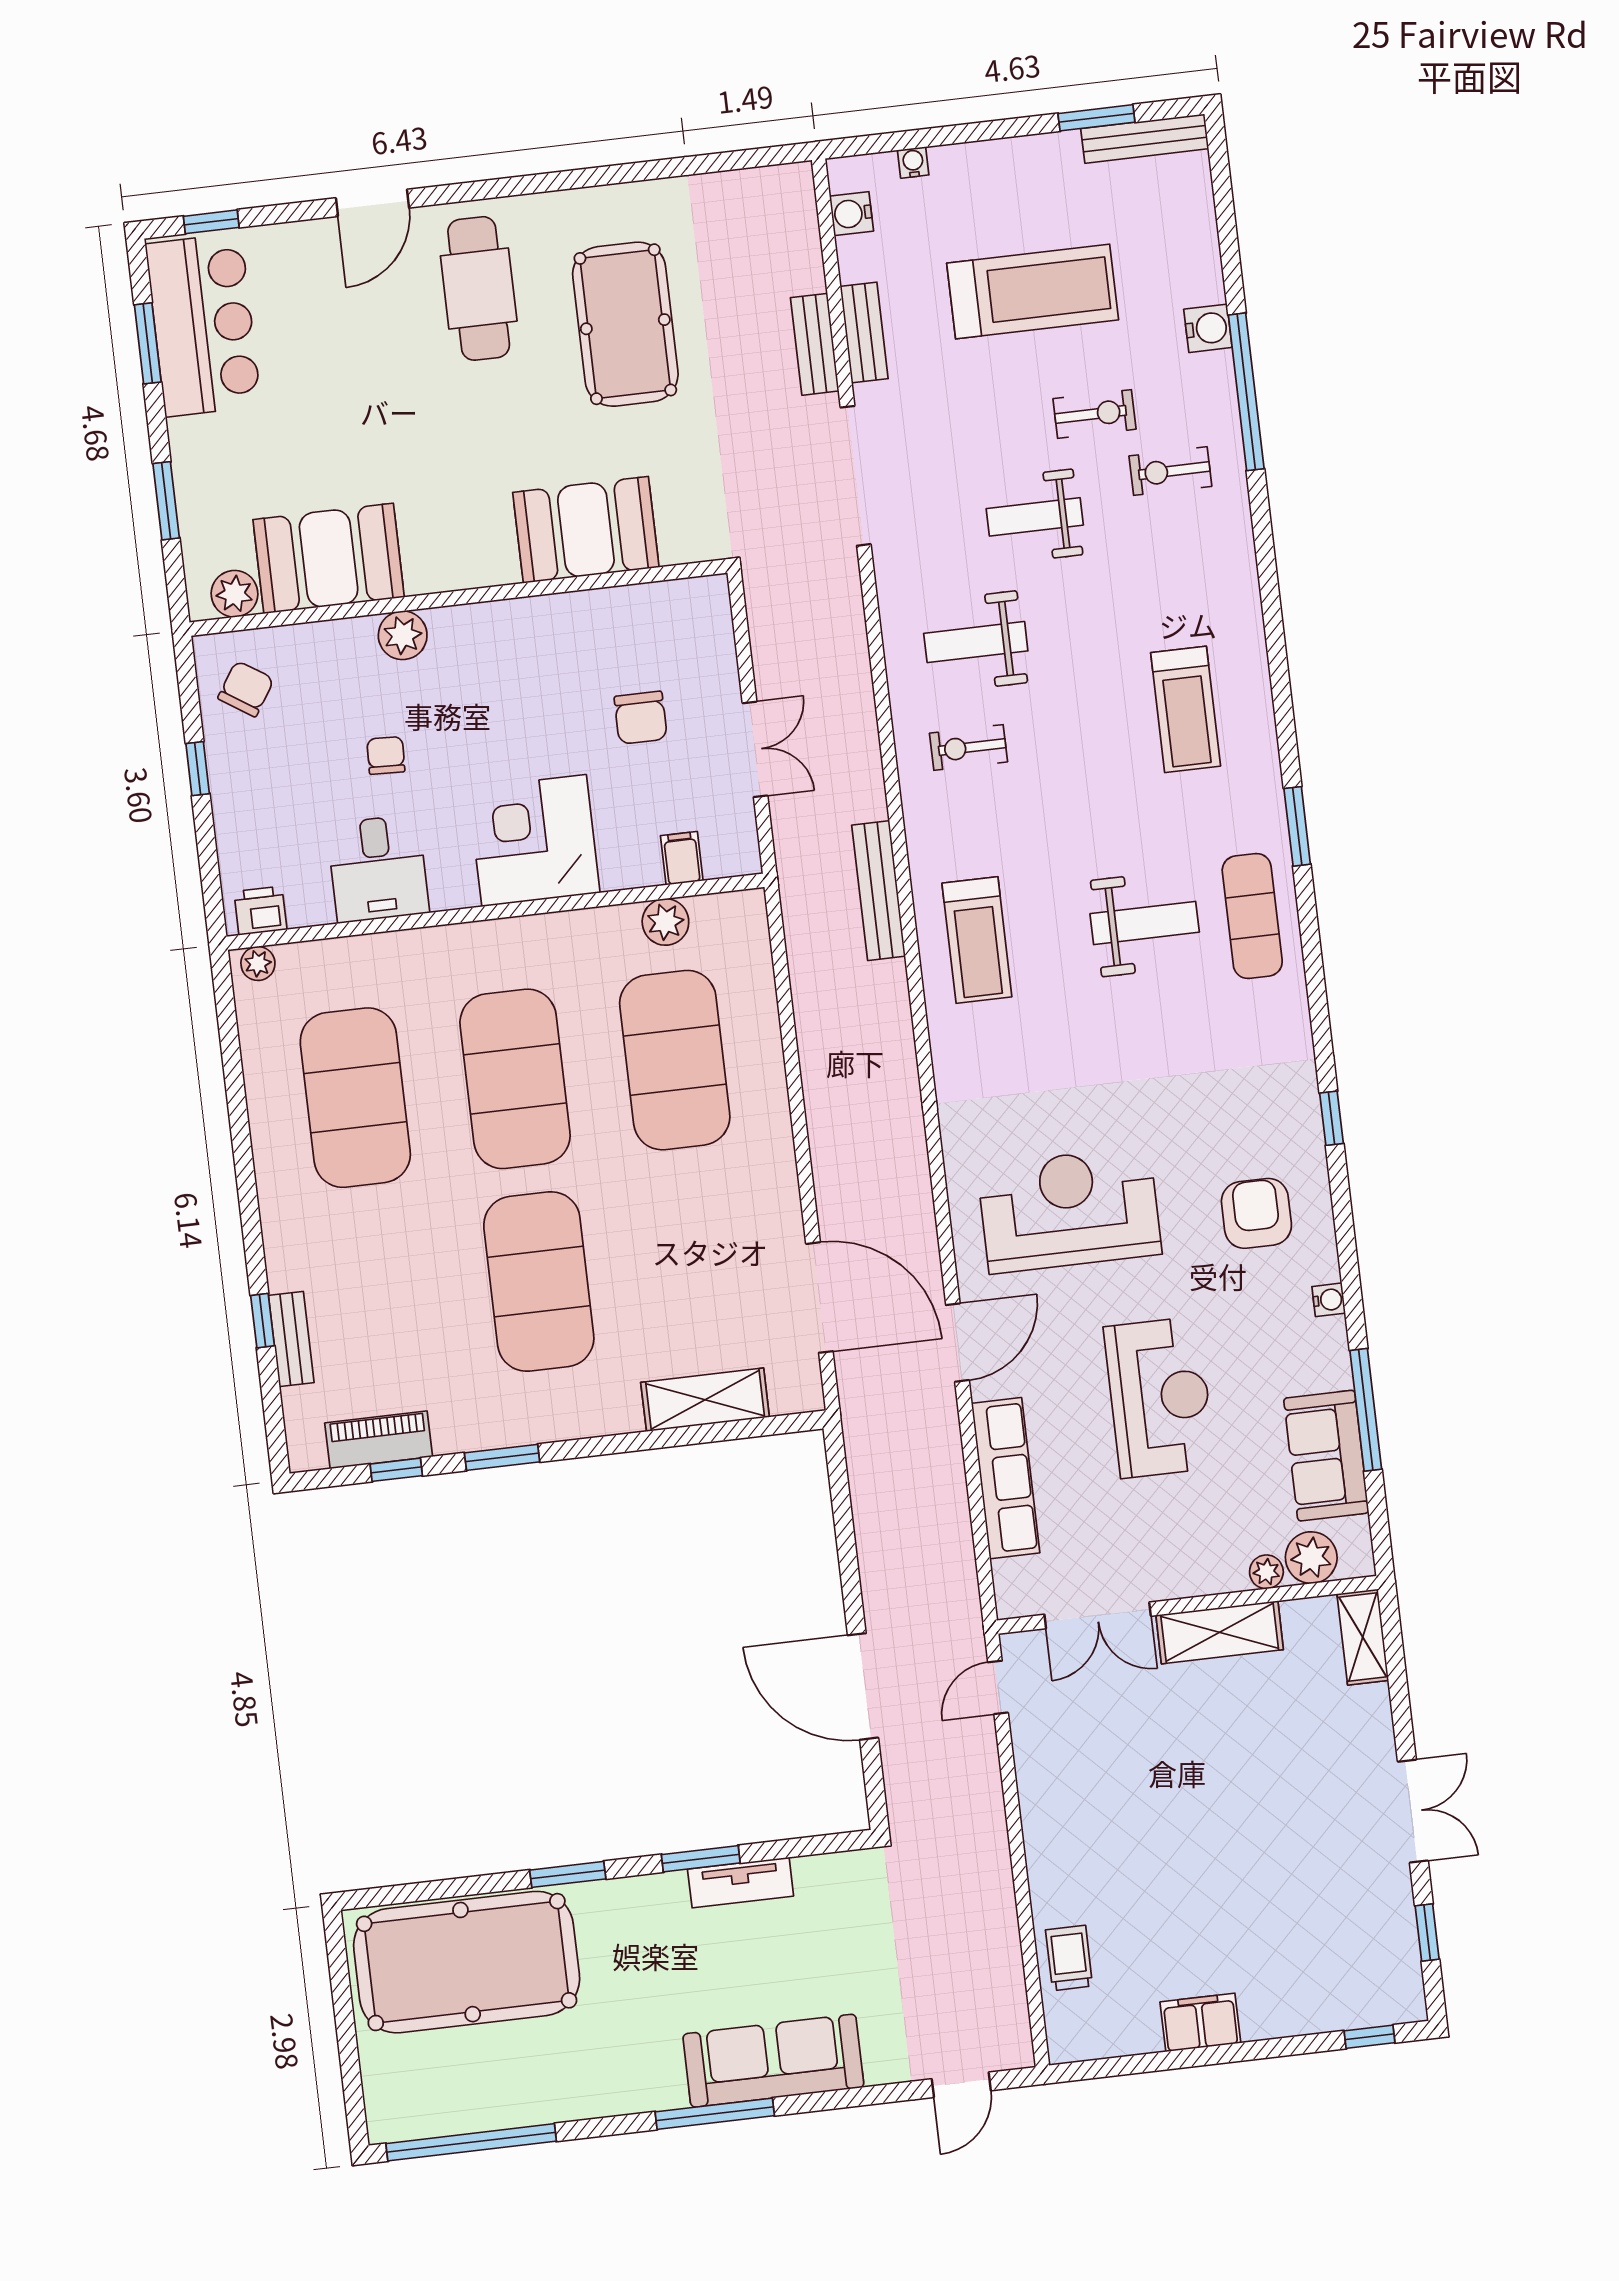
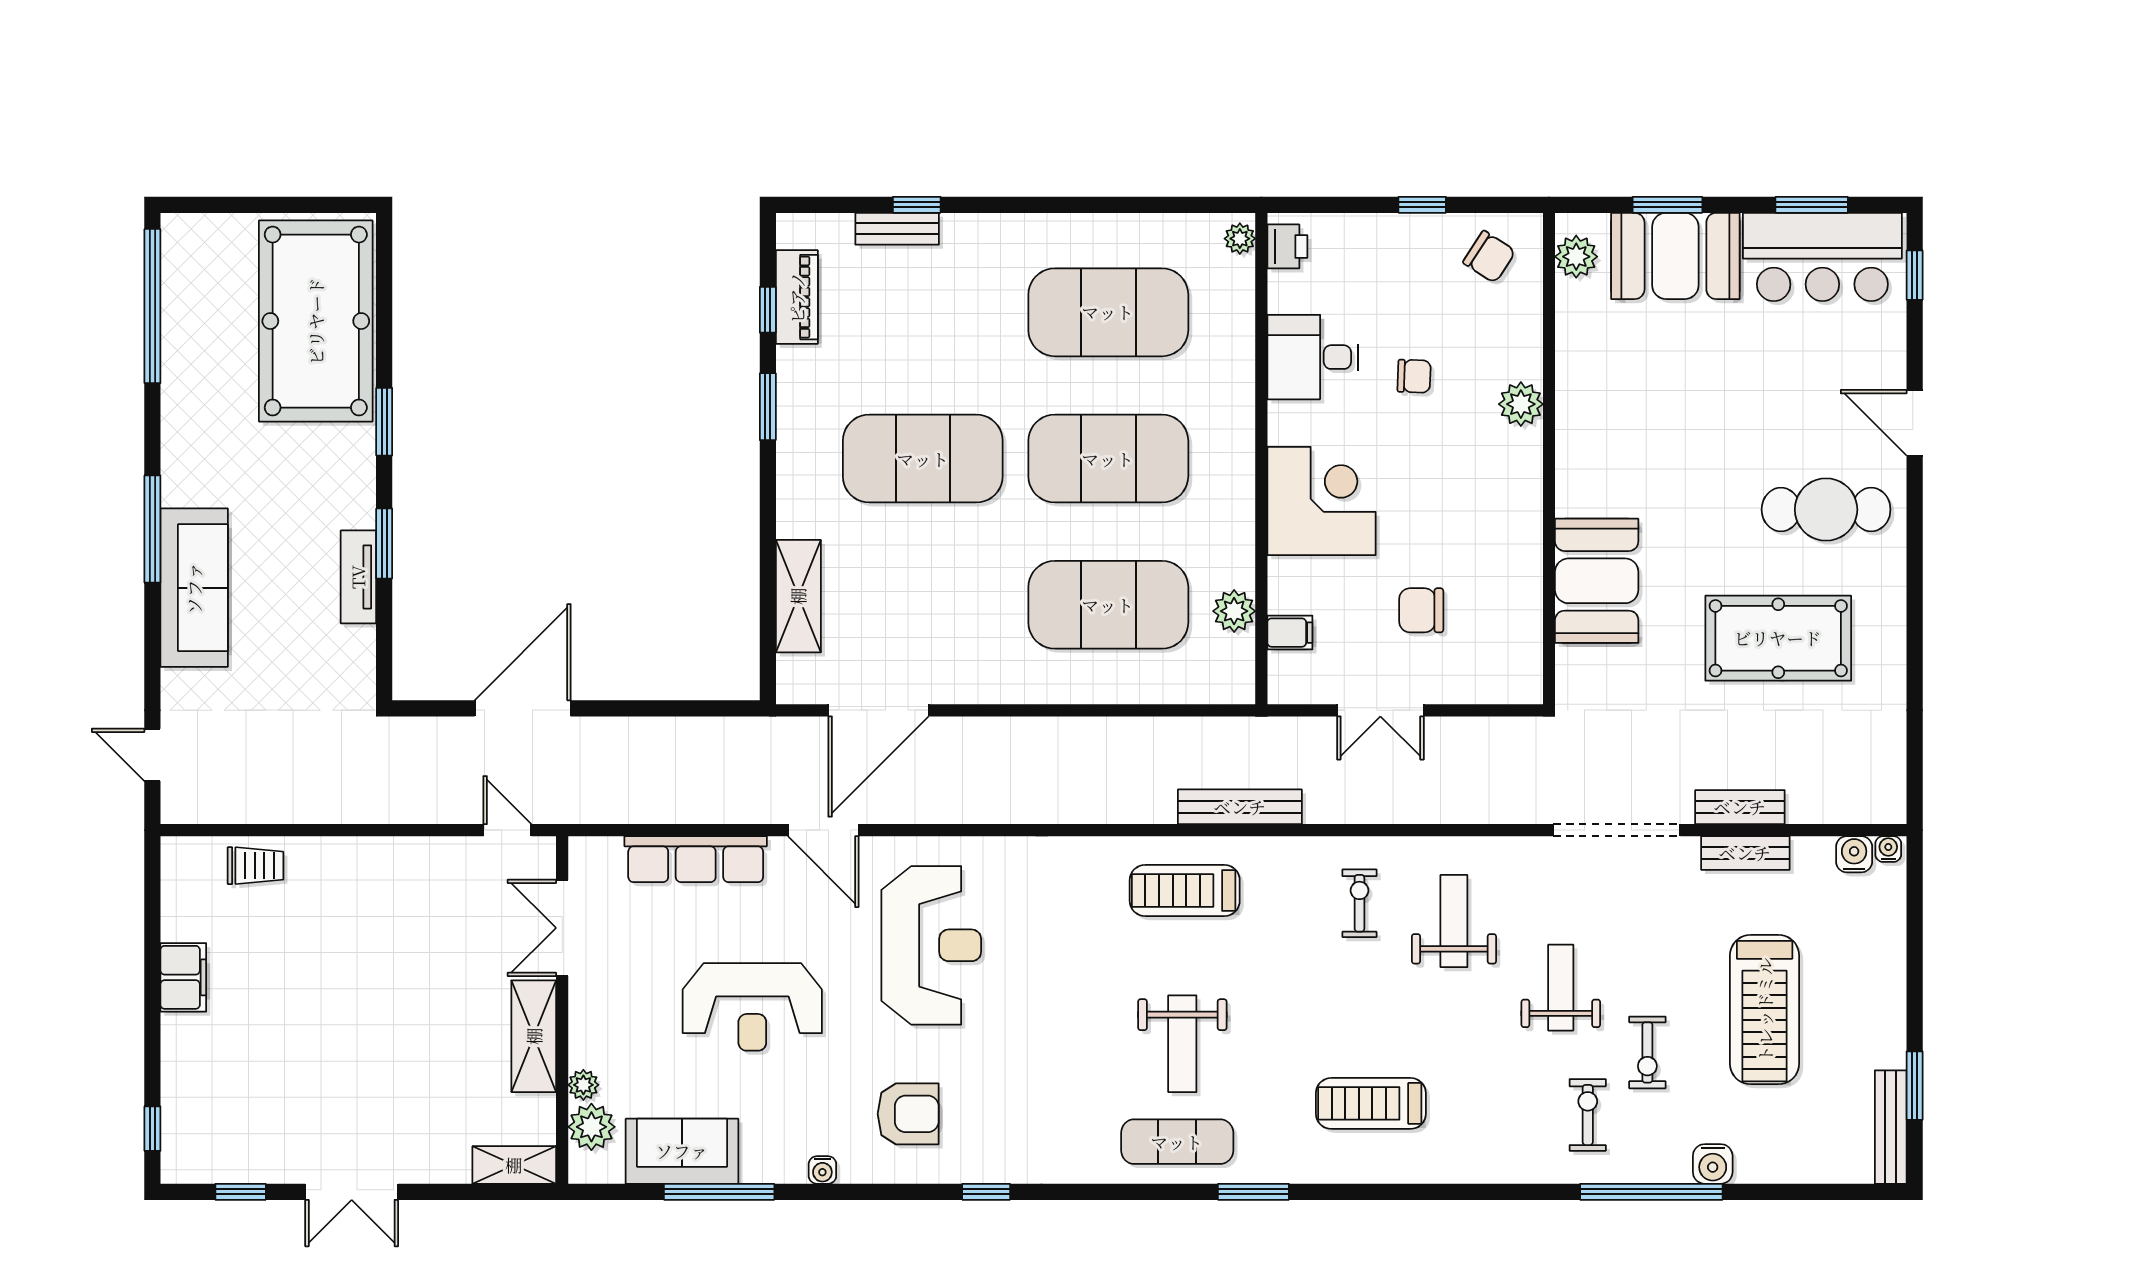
water cooler: (913, 163) -> (1888, 849), moved, turned -90
booth: (329, 558) -> (1675, 256), moved, turned 90

